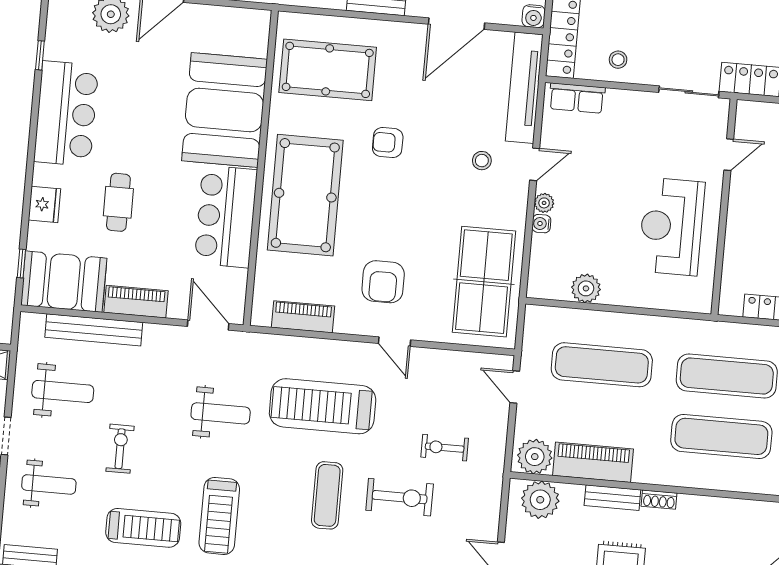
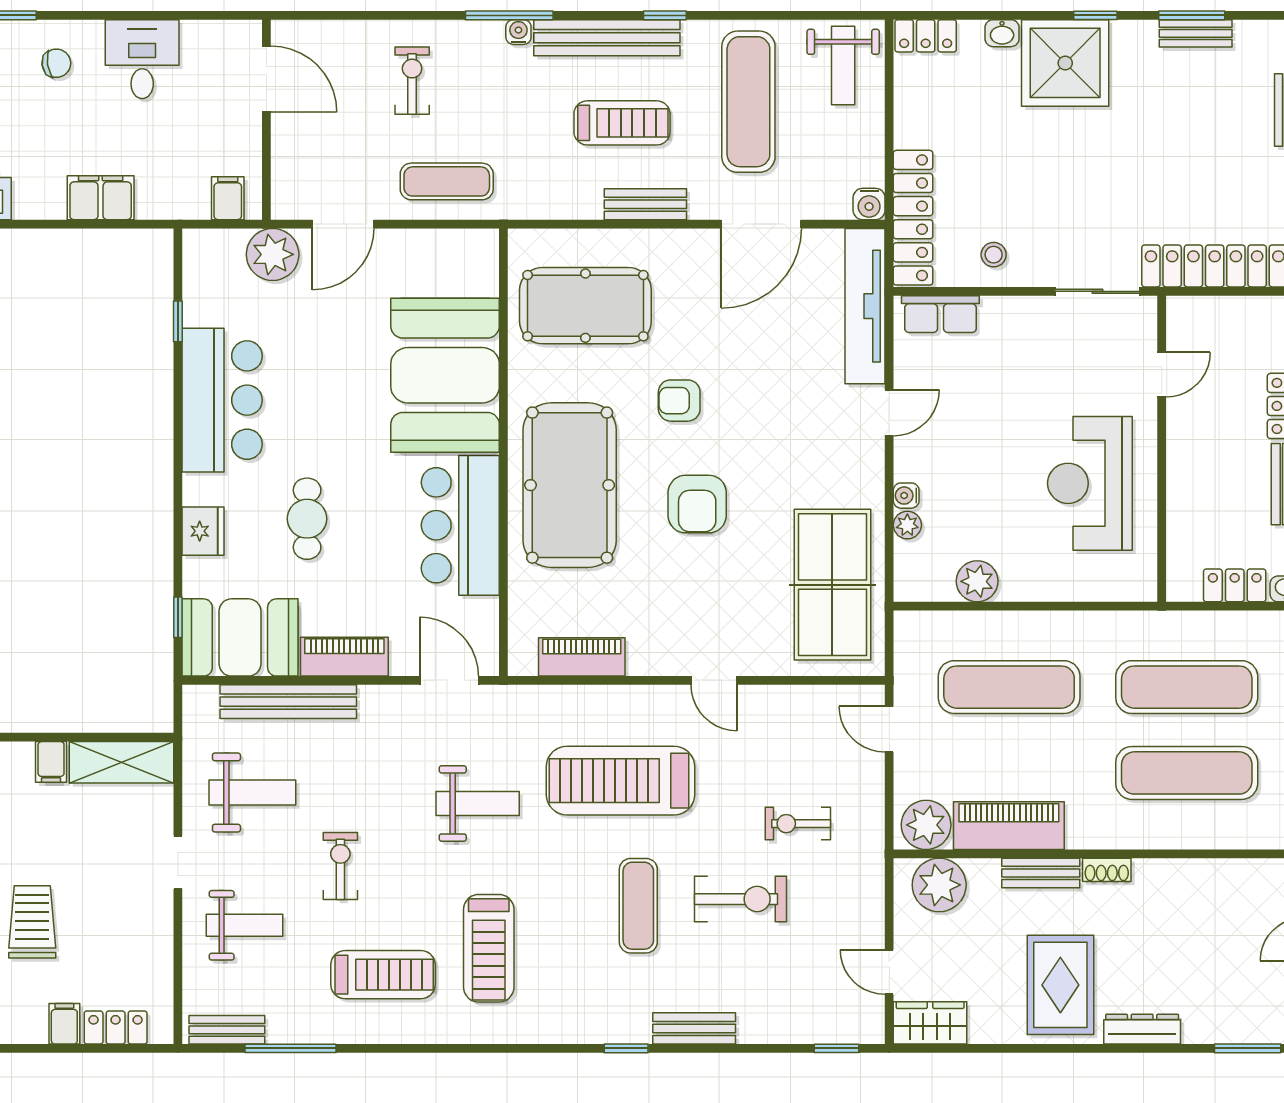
stool: (482, 161) -> (814, 414), removed
plant: (544, 203) -> (907, 525), moved
armchair: (383, 282) -> (697, 504), moved

